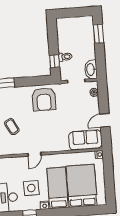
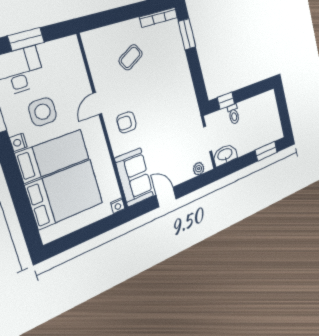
armchair: (44, 99) -> (127, 122), moved, width x0.53, depth x0.53
door: (34, 154) -> (97, 103), hinge flipped

